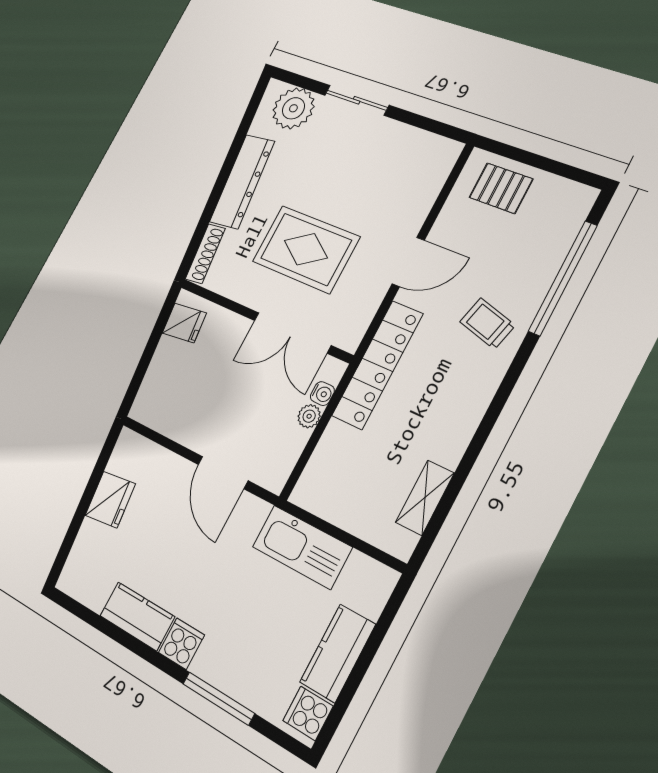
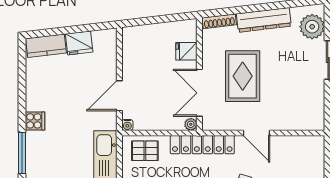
pallet: (501, 188) -> (145, 151), moved, turned 90
fridge: (184, 323) -> (186, 51), moved, turned 97
water cooler: (322, 394) -> (127, 125), moved
plant: (309, 416) -> (191, 124), moved
kitchen counter: (137, 616) -> (46, 46), moved, turned 83

